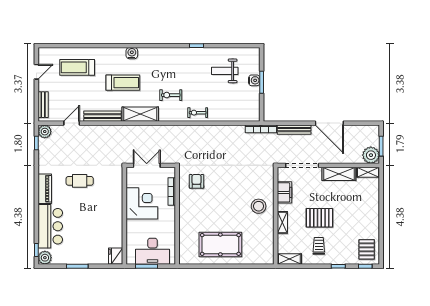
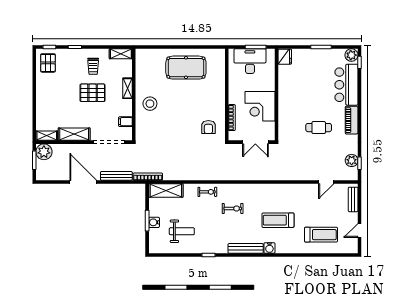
shelving: (140, 114) -> (166, 190), moved
bench: (103, 116) -> (246, 248), moved
plant: (45, 132) -> (352, 160), moved
filing cabinet: (285, 192) -> (125, 122), width x0.50

